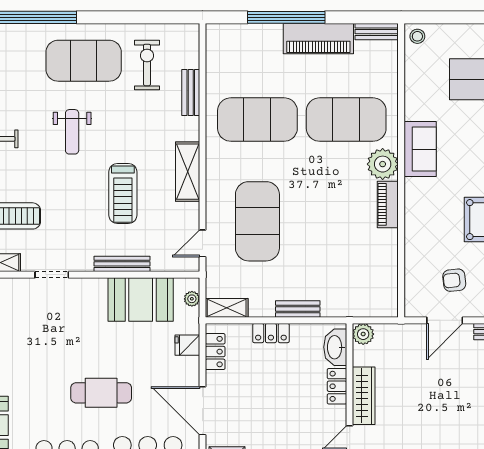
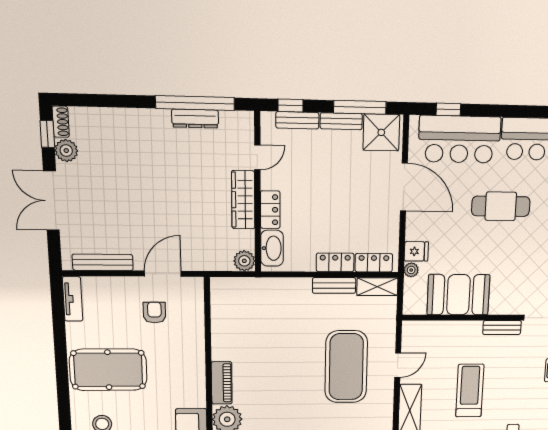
door: (202, 243) -> (398, 365), moved
bench: (122, 264) -> (502, 328), moved, width x0.73
armchair: (454, 280) -> (154, 312), turned -84
plant: (192, 299) -> (411, 270), moved
bench: (298, 309) -> (334, 285), moved
locker: (215, 352) -> (374, 263), moved, turned 90

